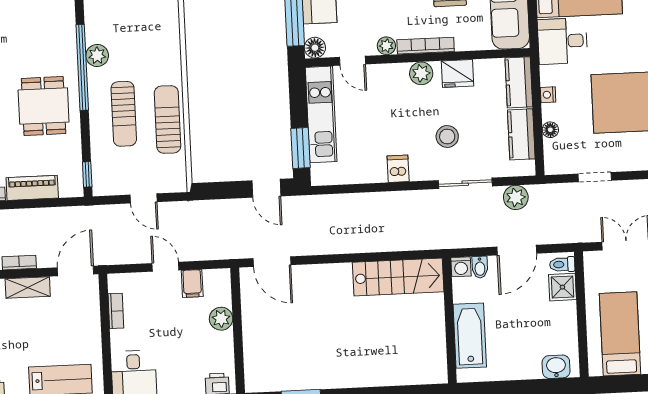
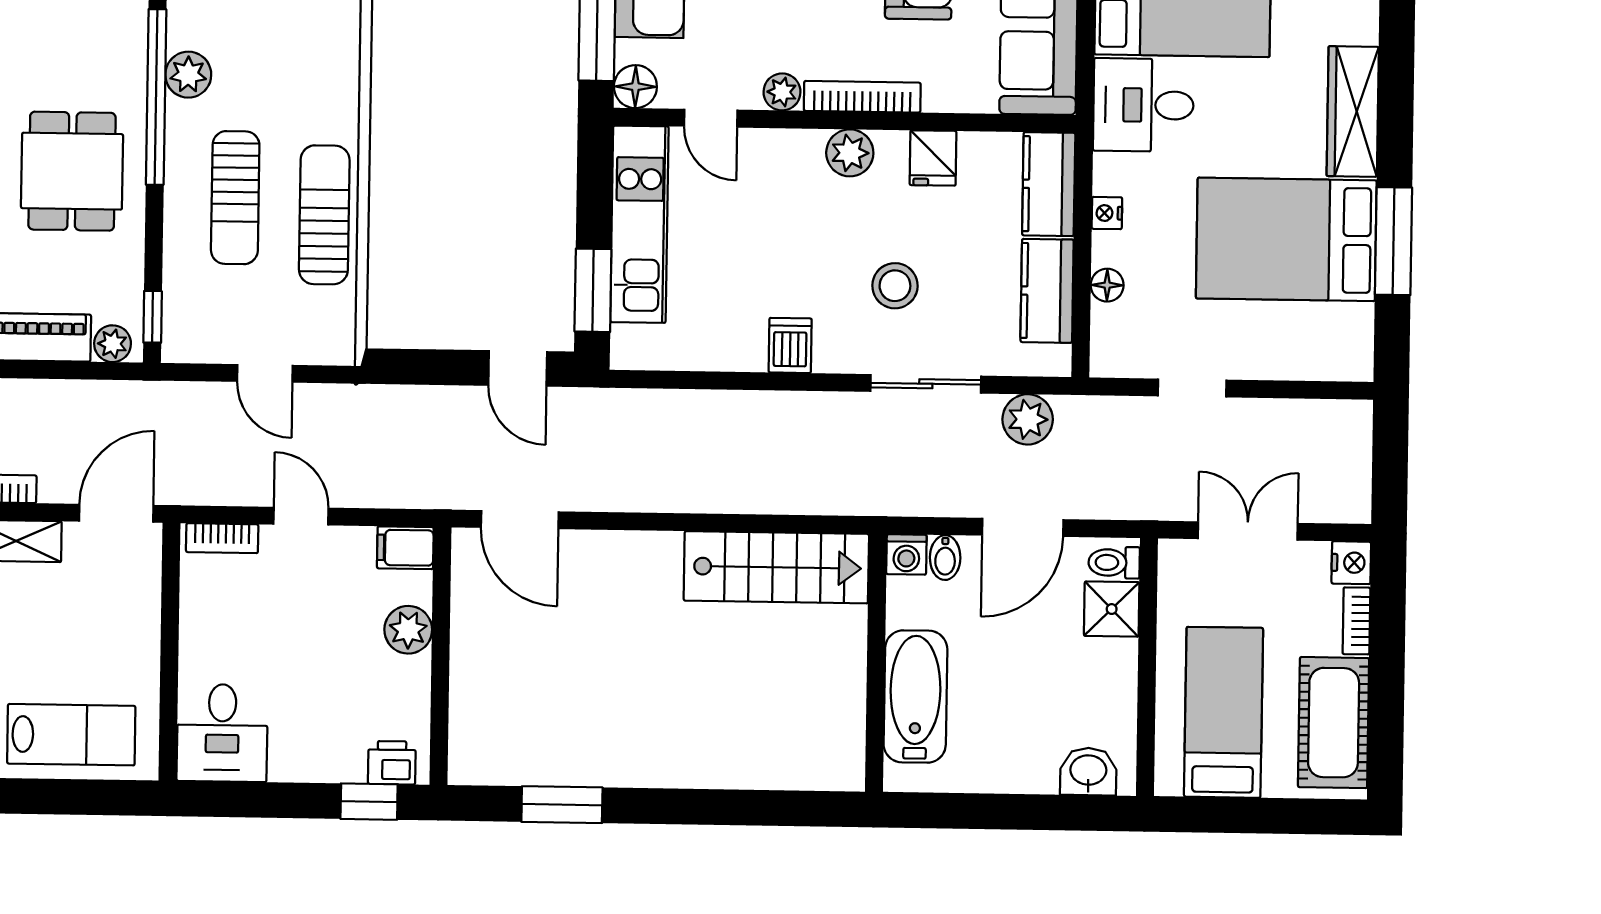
fridge: (458, 73) -> (933, 158), width x0.72
plant: (69, 189) -> (113, 344), added
filing cabinet: (192, 283) -> (405, 548), moved, turned 90
bookcase: (116, 311) -> (222, 538), moved, turned 90

